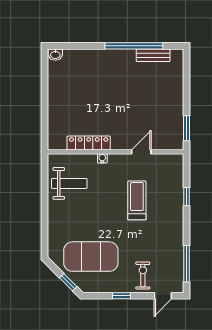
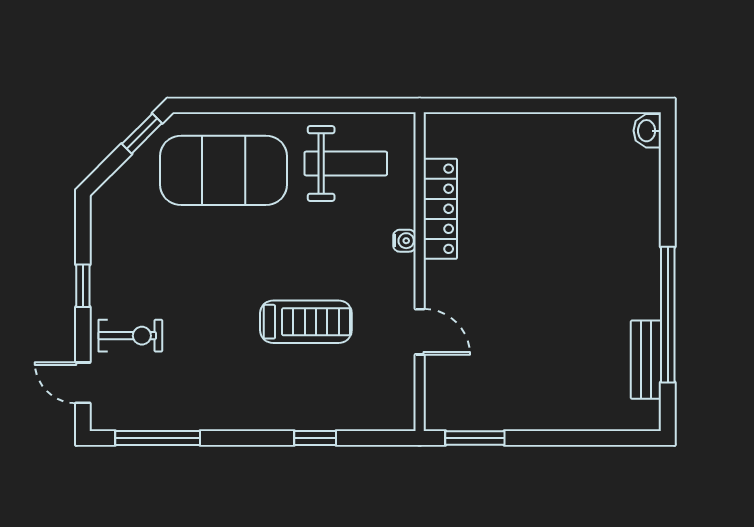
weight bench: (69, 183) -> (346, 163), turned -90
exercise mat: (91, 257) -> (224, 170), moved, turned 90
window: (68, 282) -> (142, 134), moved

